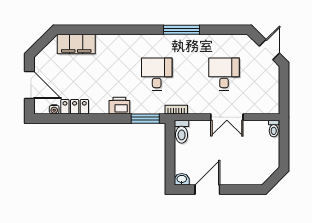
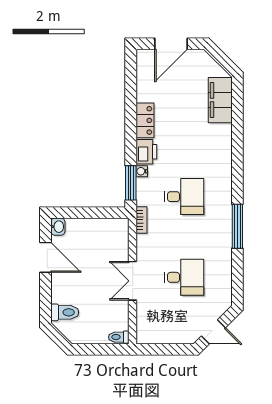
locker: (75, 107) -> (145, 120), moved
water cooler: (54, 109) -> (142, 171), moved
toilet: (182, 132) -> (65, 312), moved, turned 180

